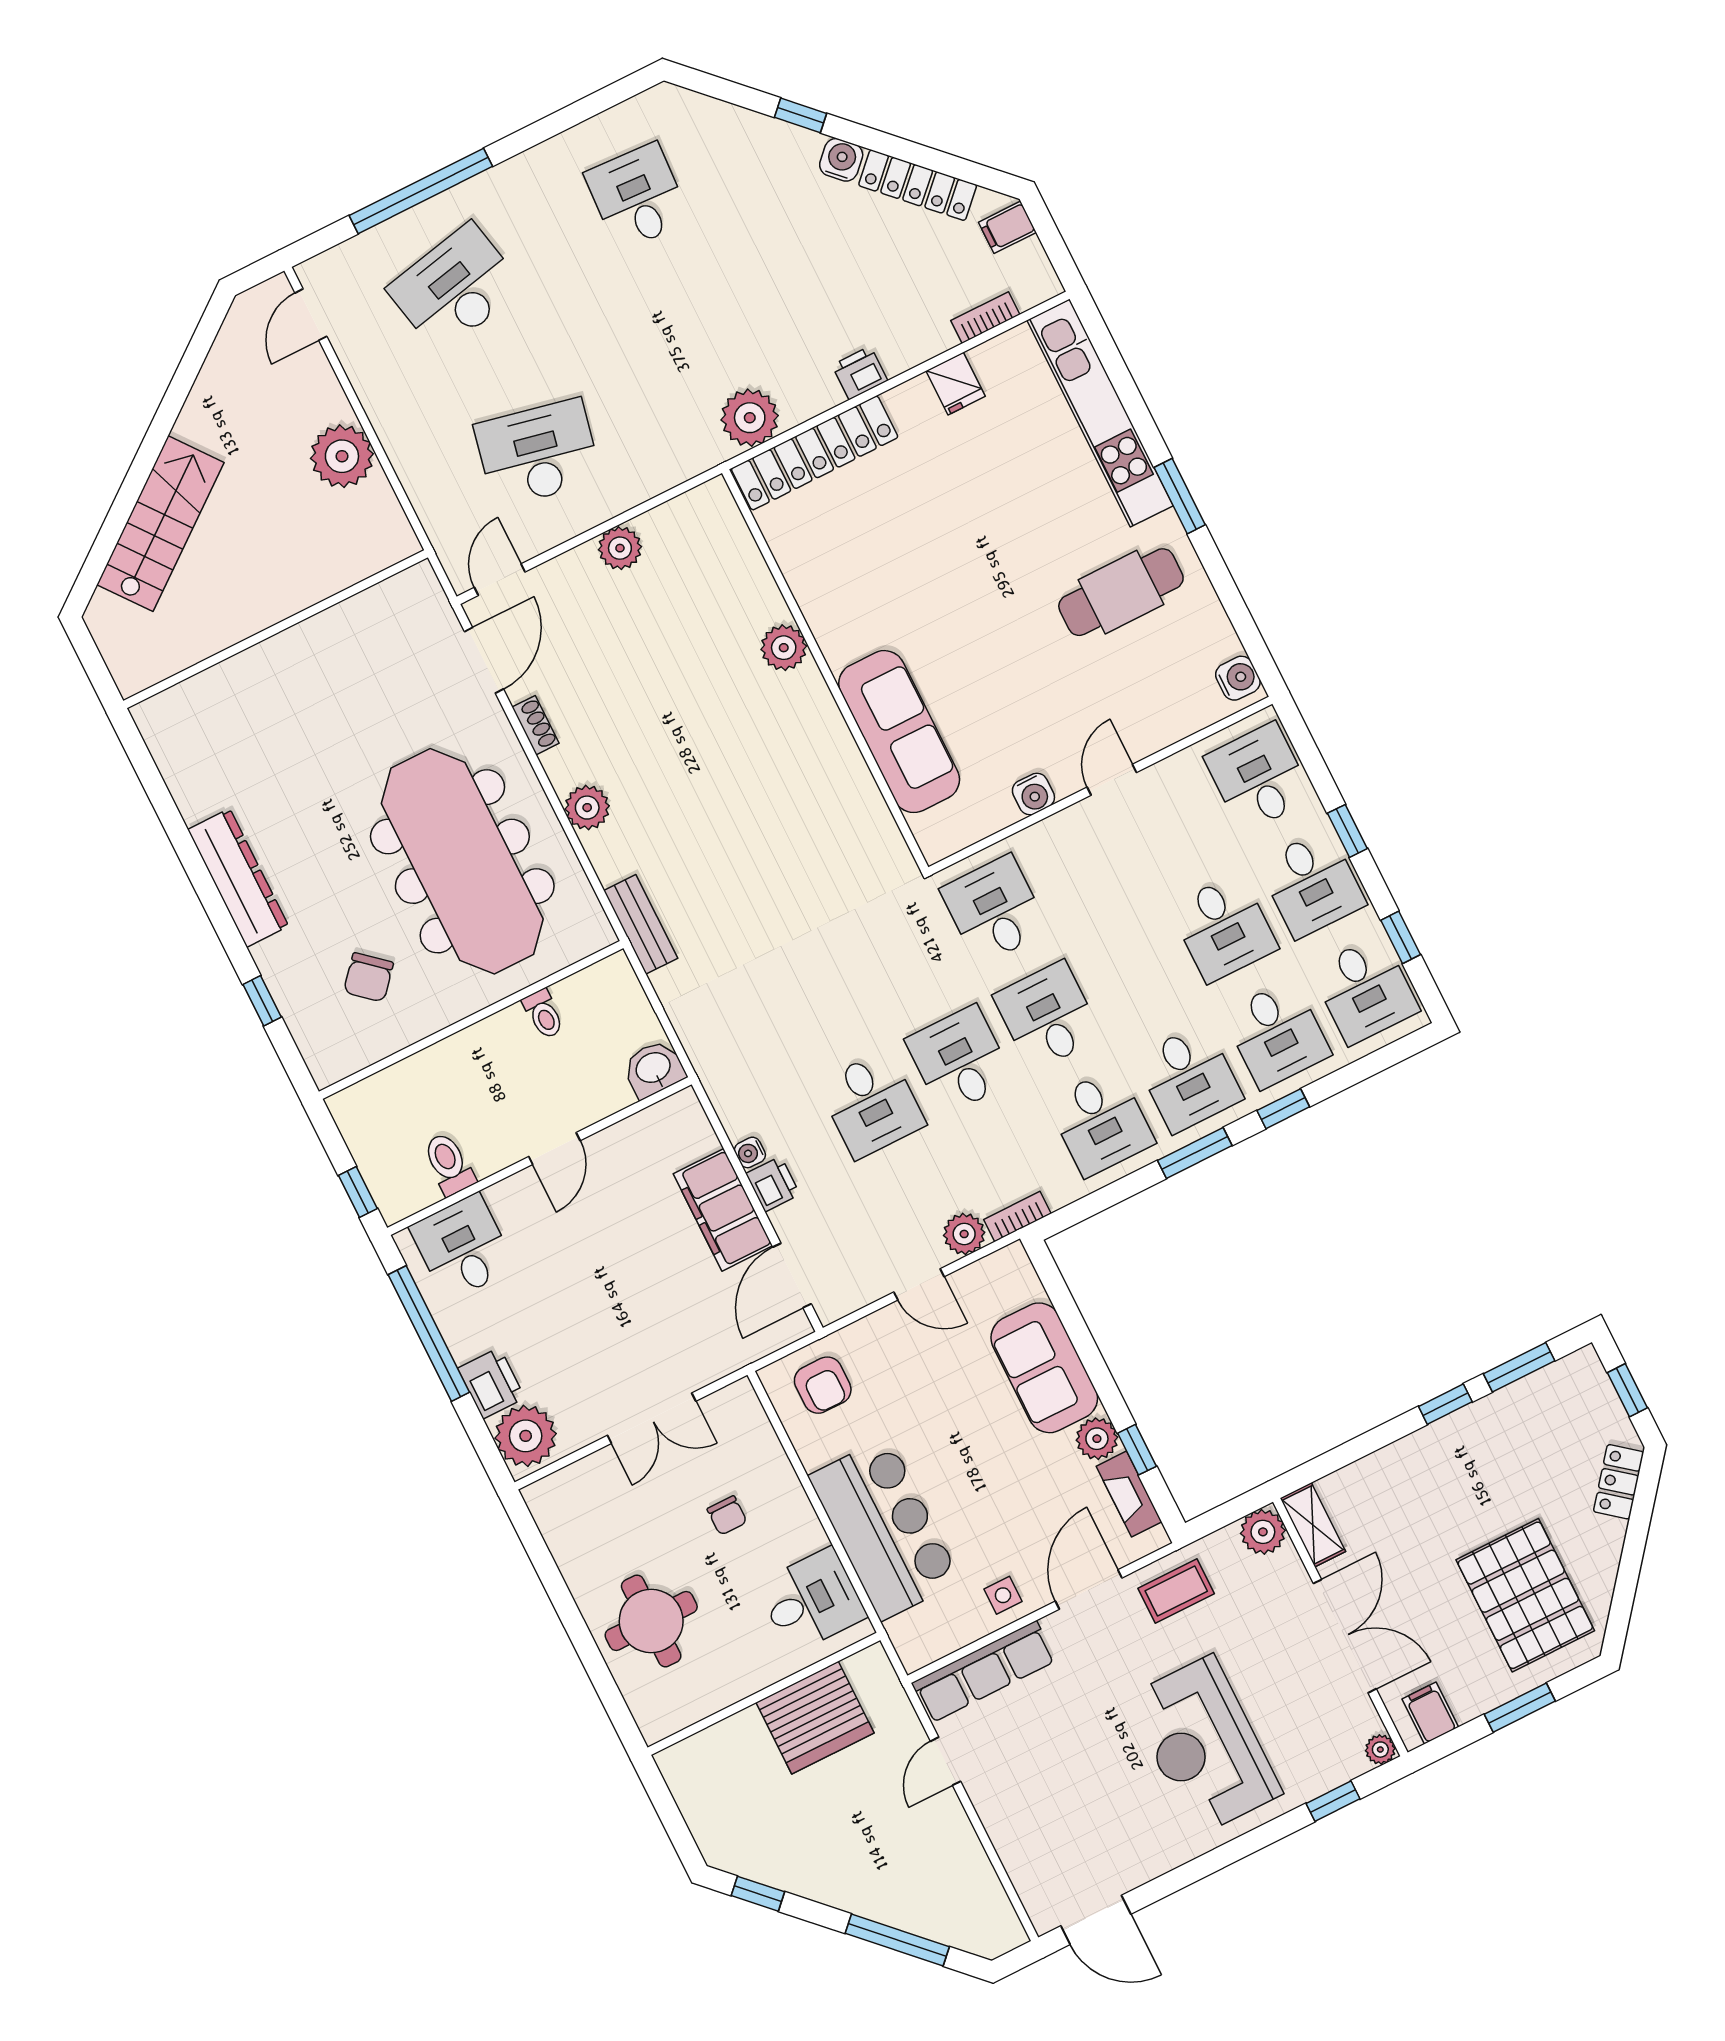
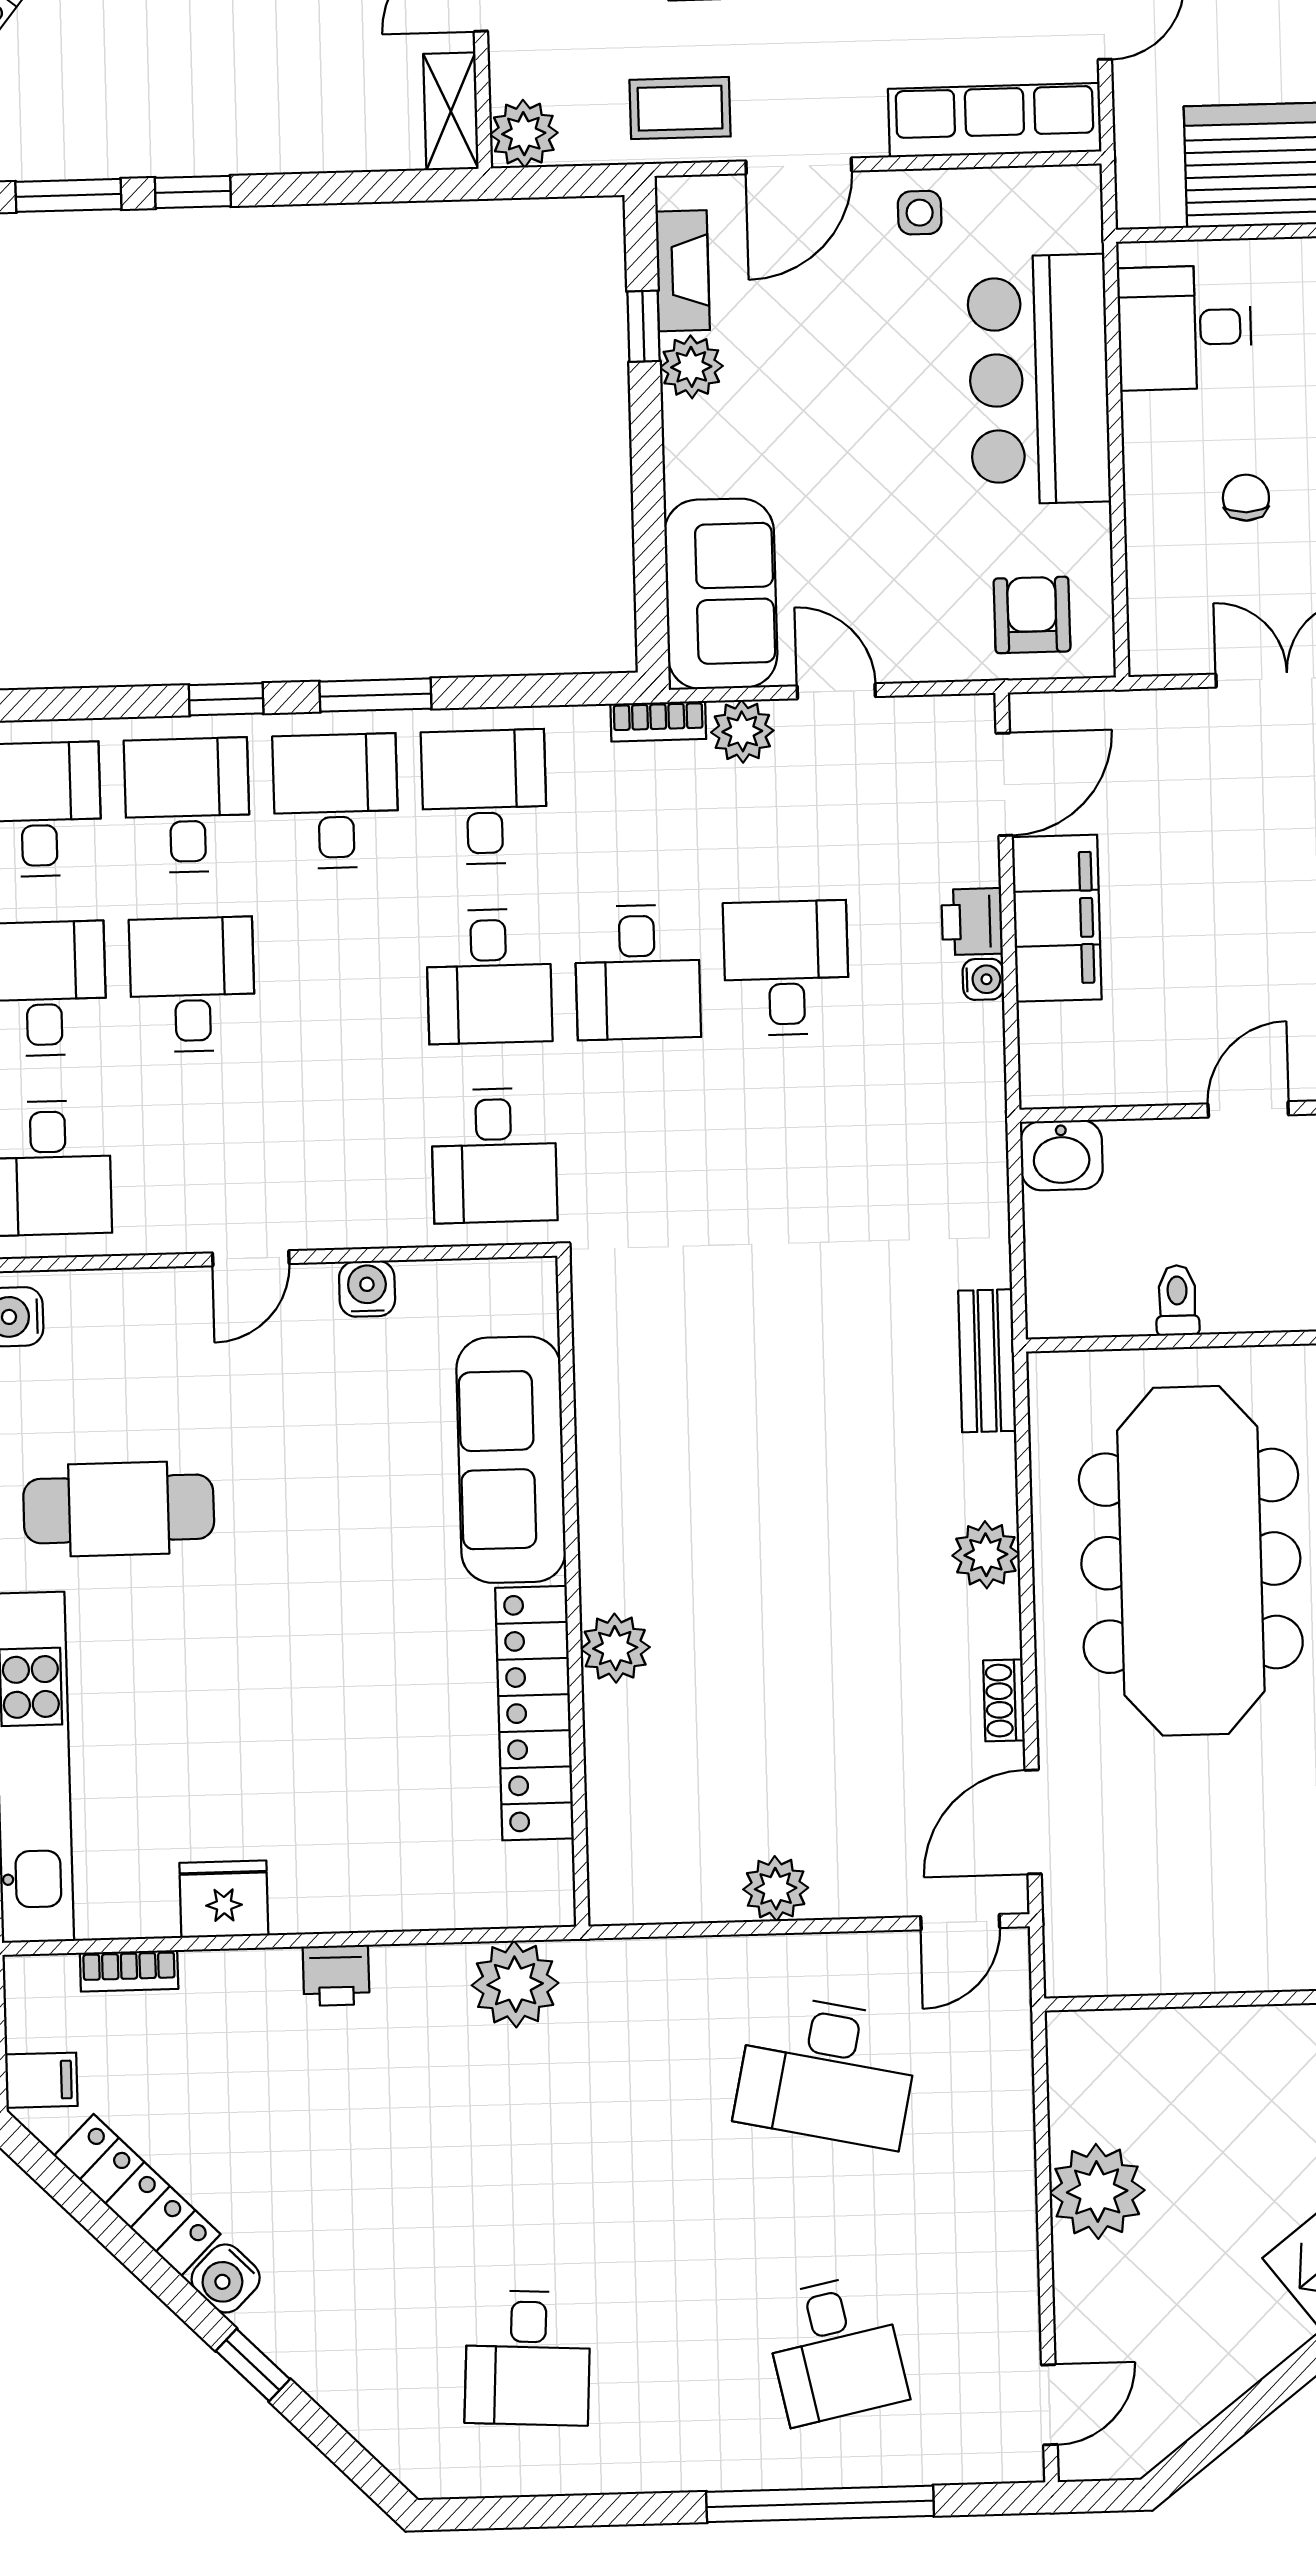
desk: (455, 288) -> (835, 2349), width x0.73
fridge: (956, 384) -> (224, 1899), width x1.38
locker: (815, 453) -> (534, 1713), moved, turned -90
sofa: (1044, 1368) -> (721, 594), moved

